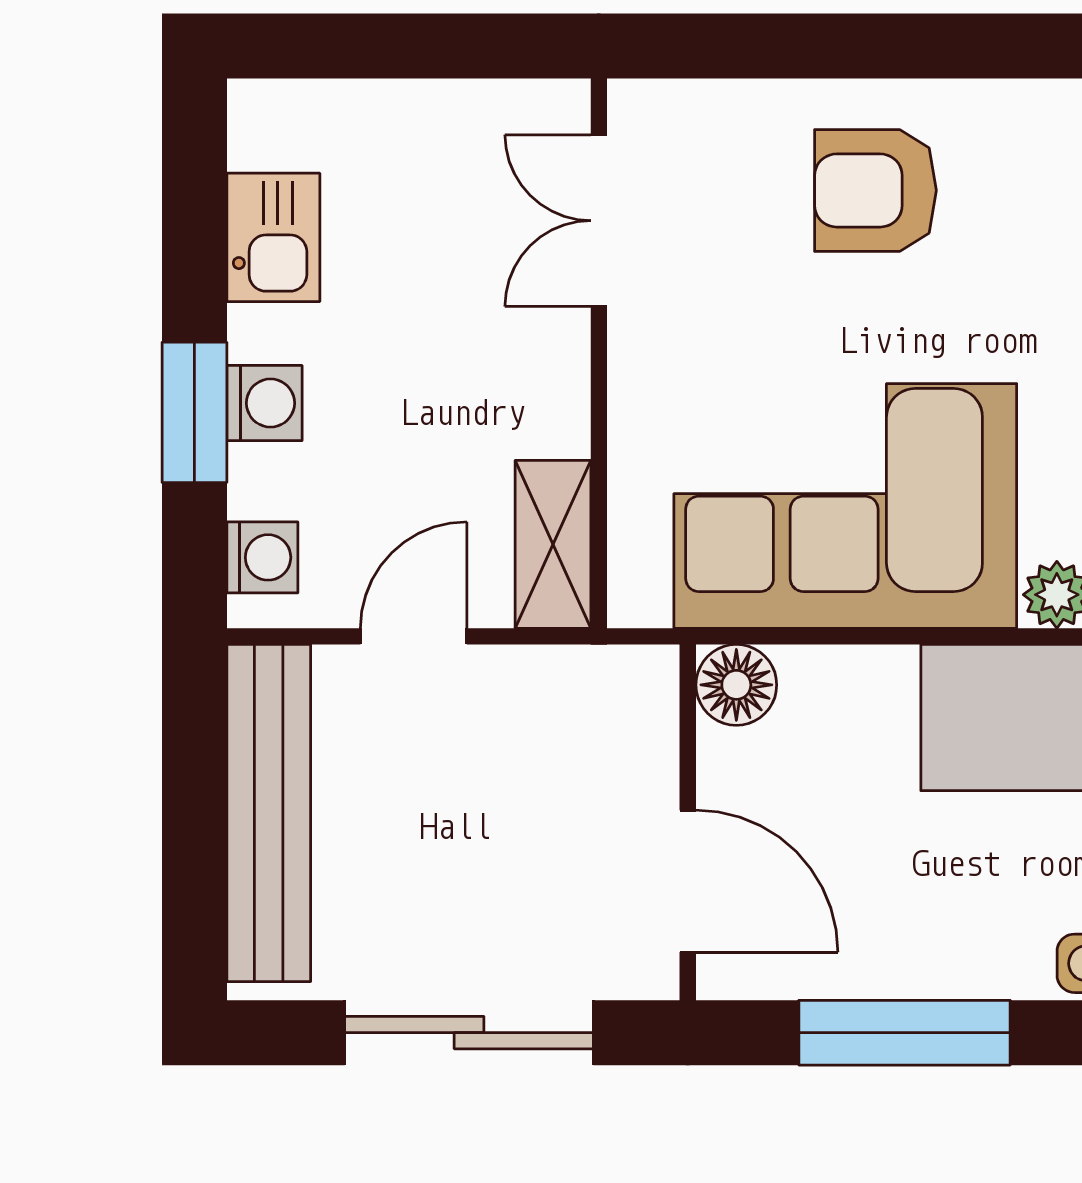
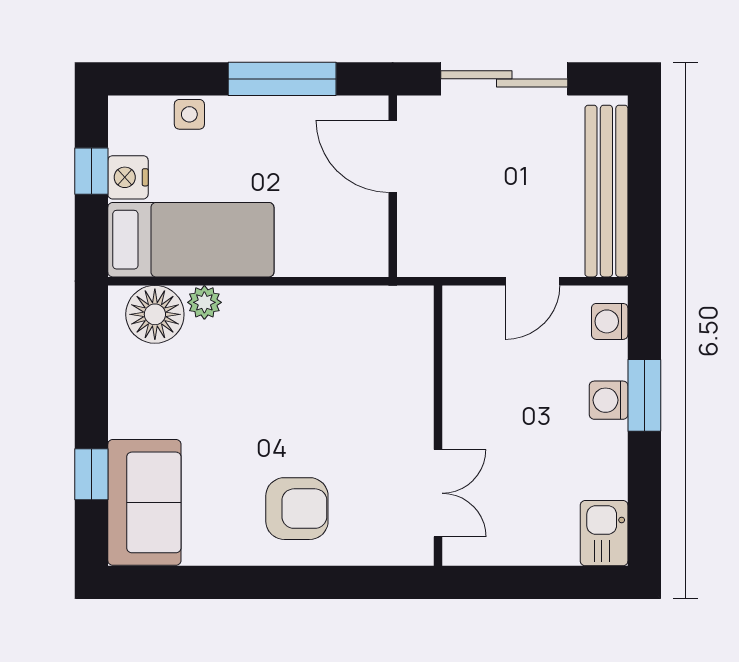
kitchen sink: (273, 237) -> (604, 533), moved
corner sofa: (845, 506) -> (312, 348), removed
shelving: (553, 544) -> (461, 328), removed
floor lamp: (736, 685) -> (368, 256), removed

